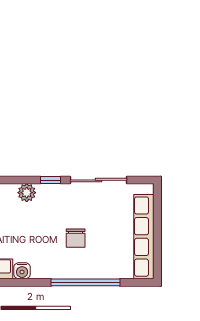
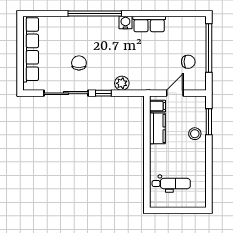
chair: (76, 238) -> (79, 63), moved
window: (86, 282) -> (95, 14), moved

